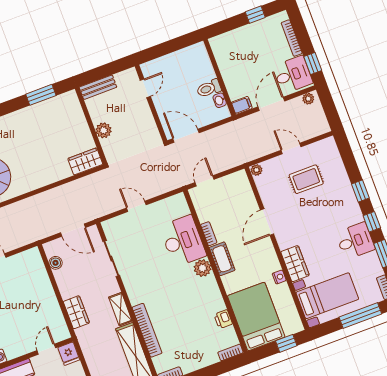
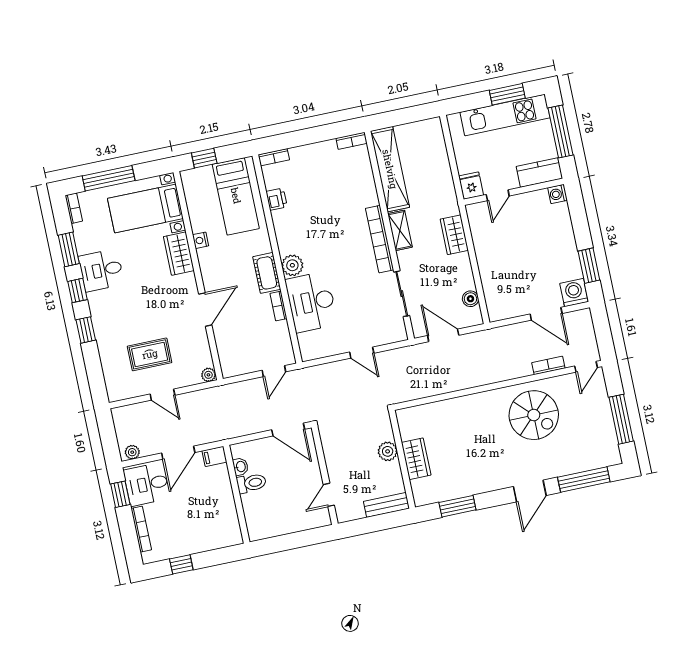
wardrobe: (85, 161) -> (416, 459), moved, turned -90
bed: (256, 316) -> (236, 196), width x0.67
bookcase: (147, 330) -> (380, 239), moved

